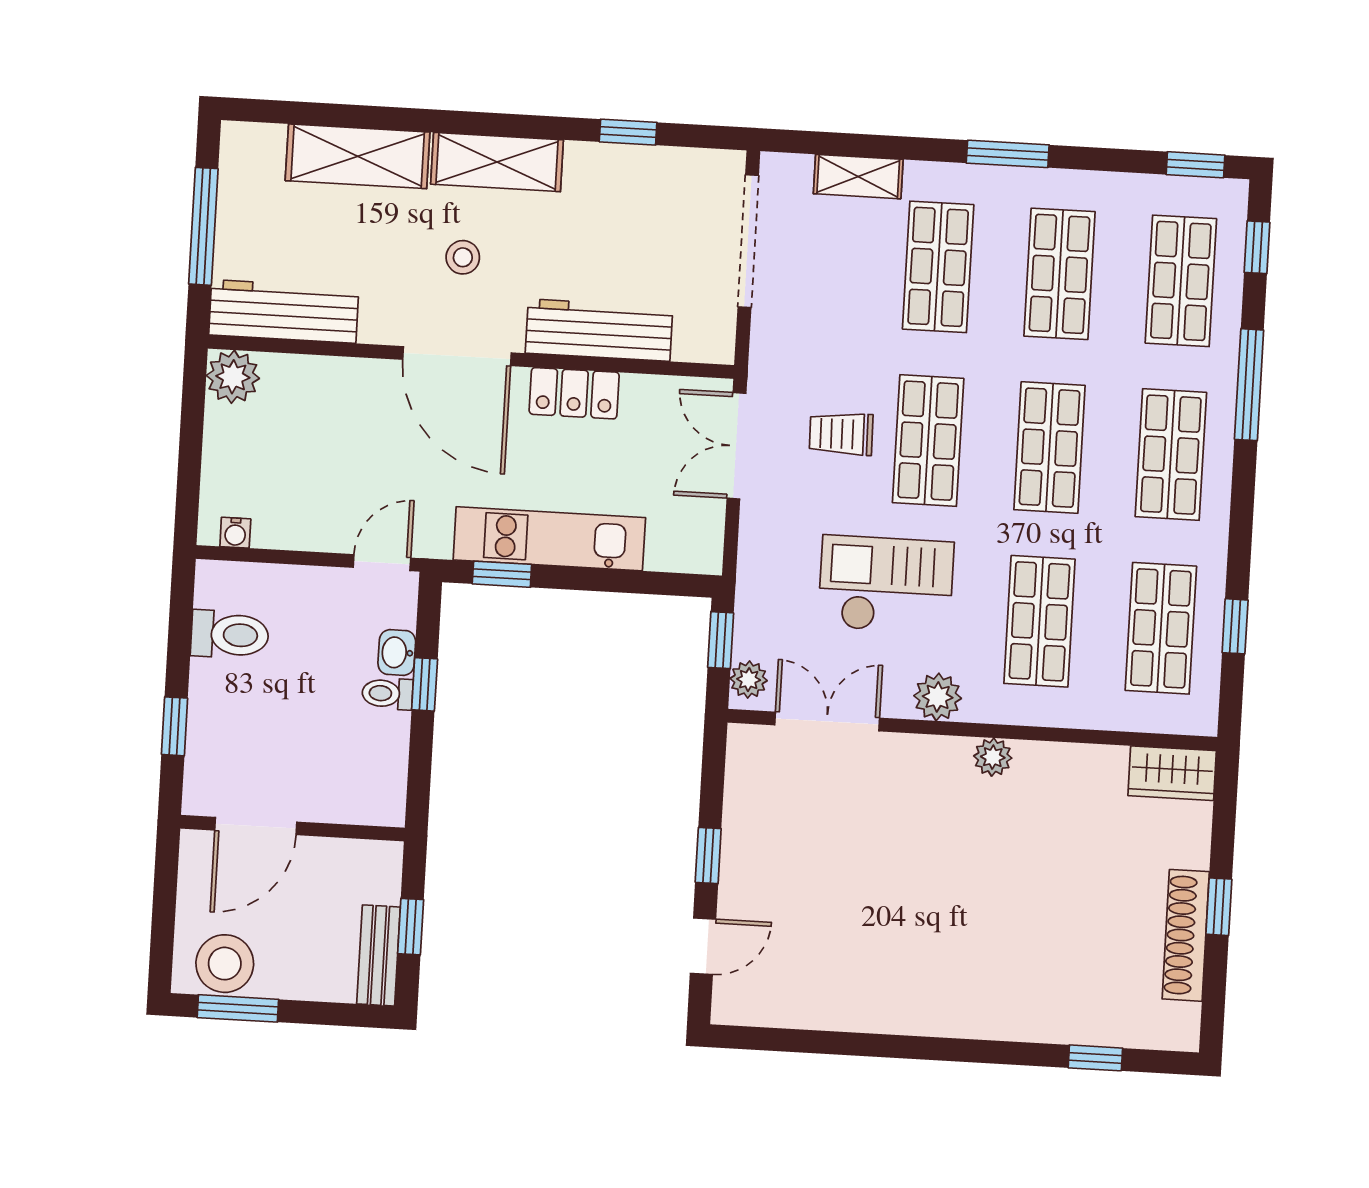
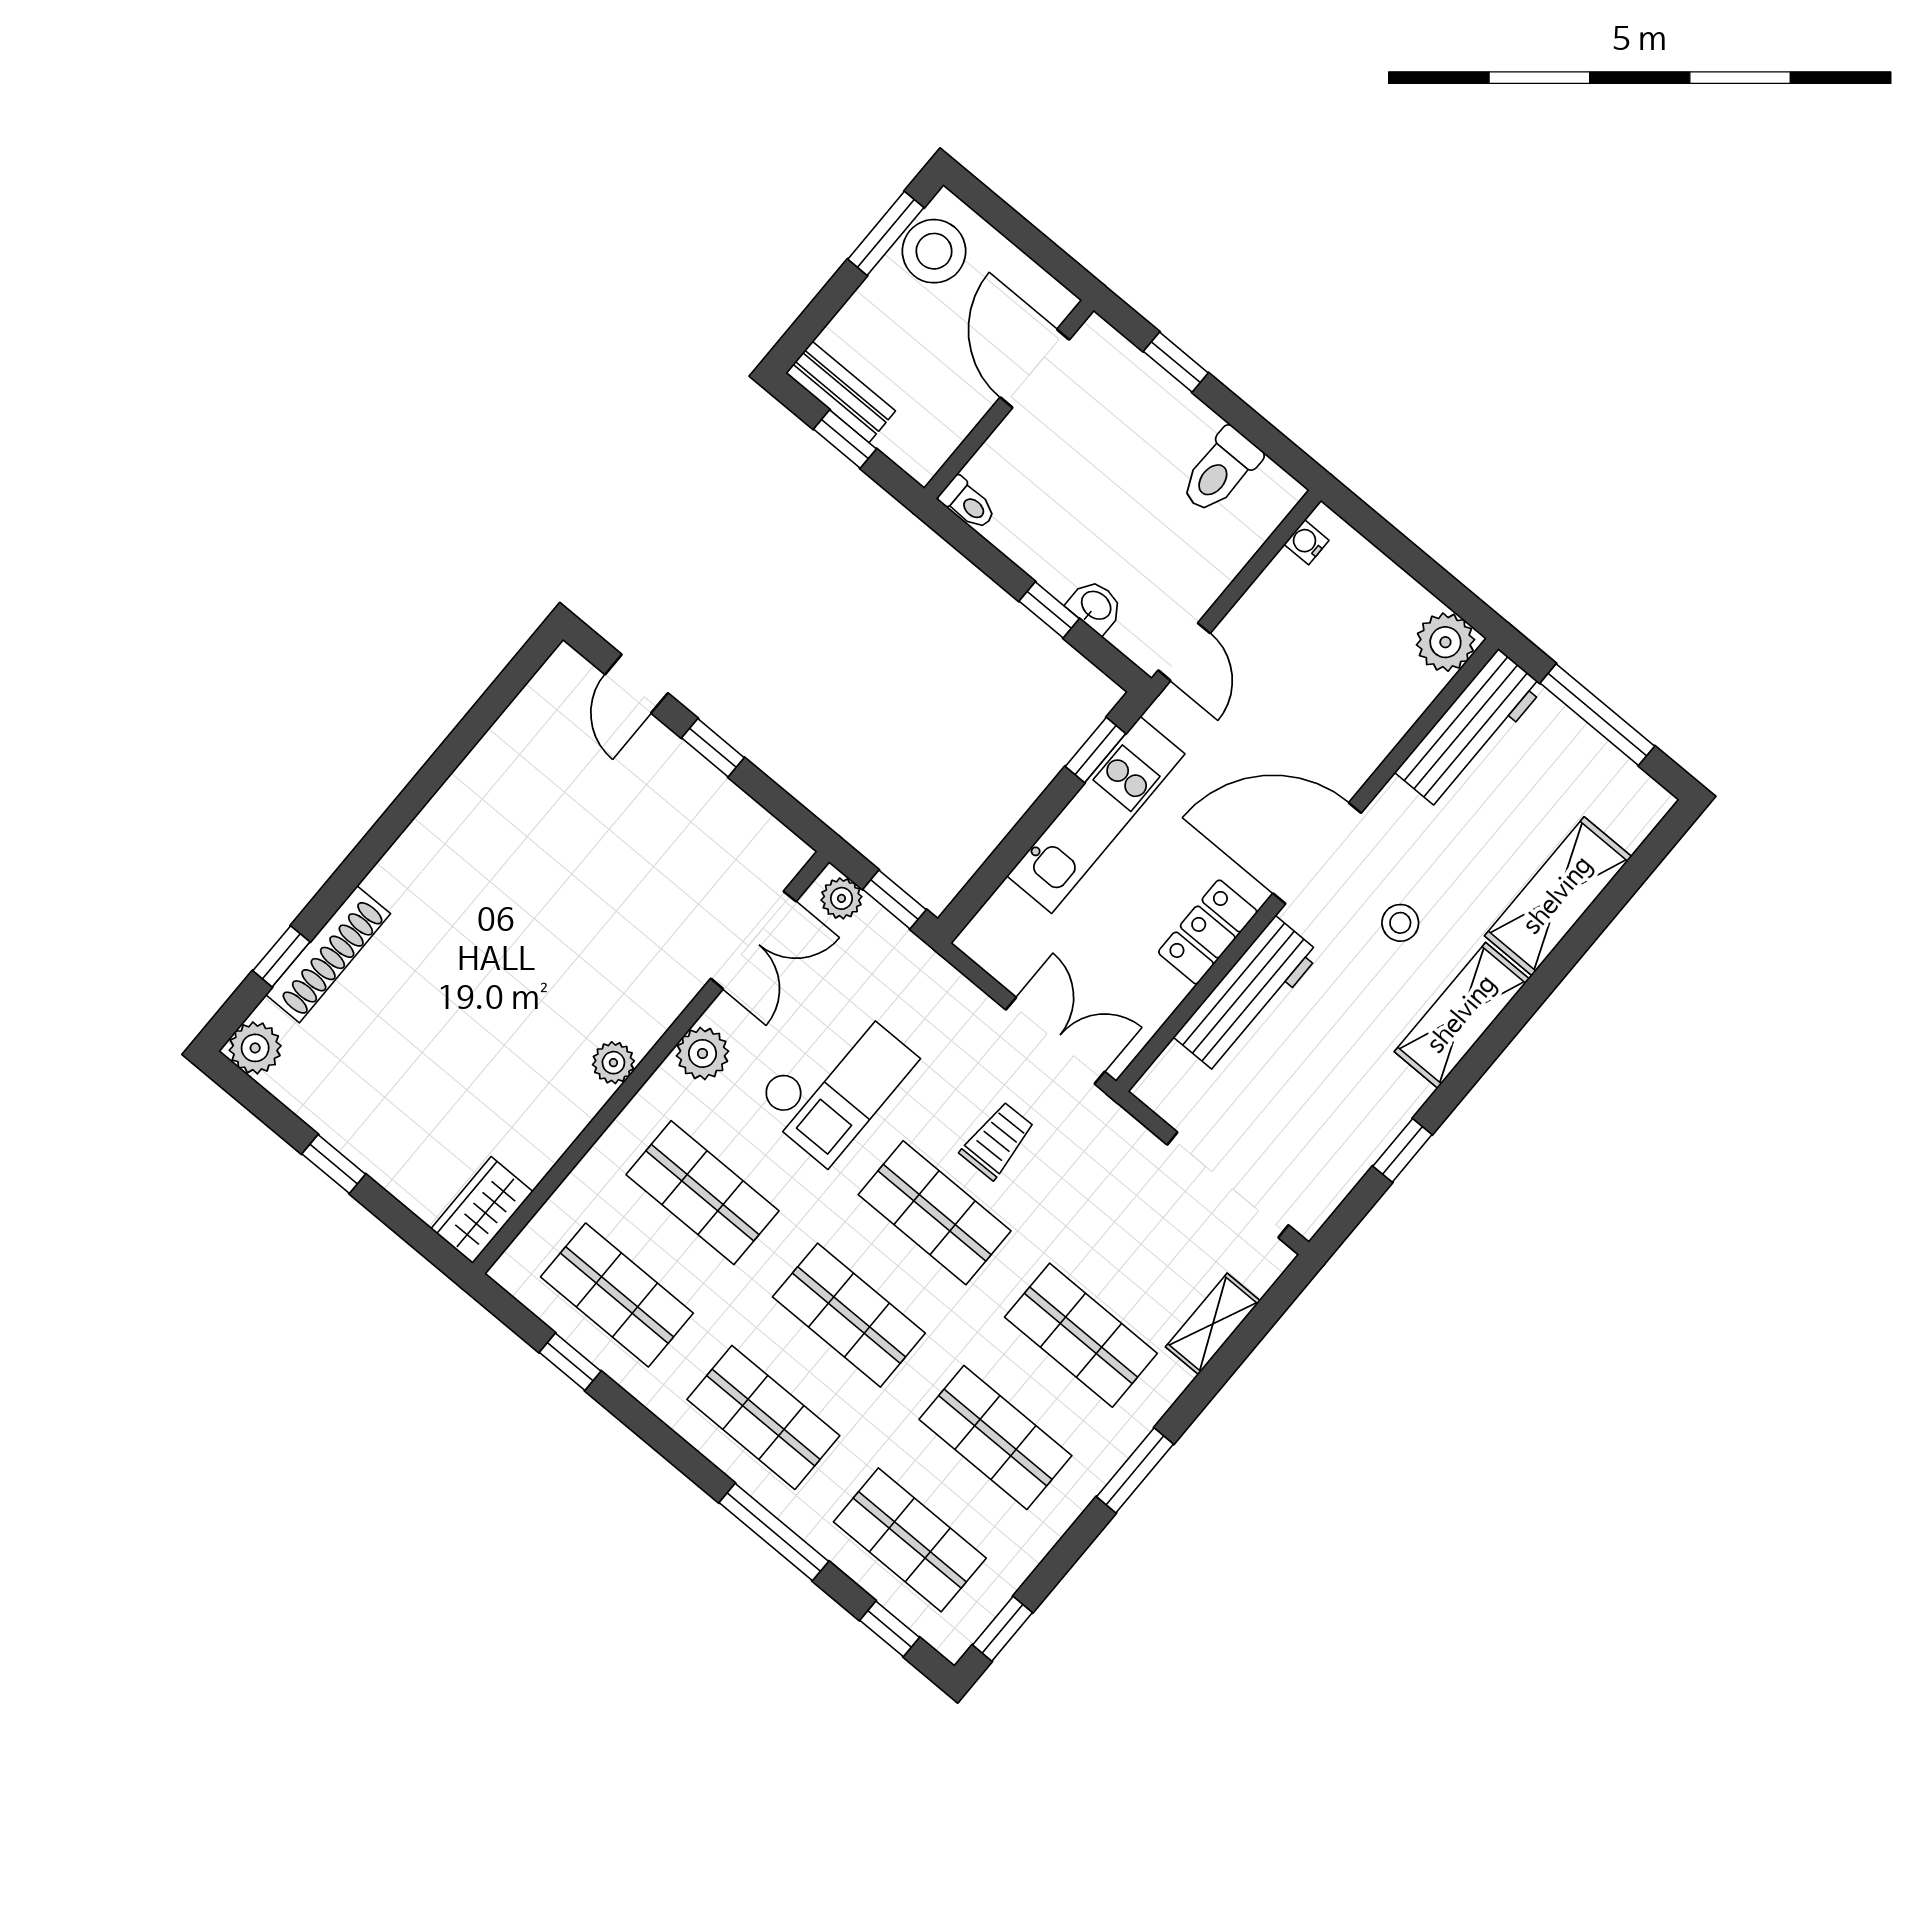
toilet: (387, 694) -> (968, 503), moved, turned 90
shoe rack: (1186, 935) -> (328, 954), moved, turned 90
plant: (1177, 1027) -> (255, 1048), added

